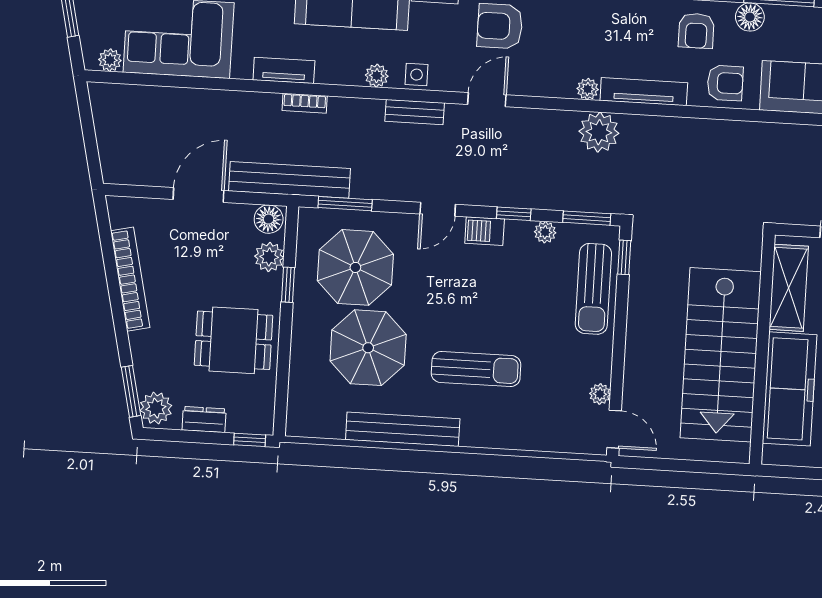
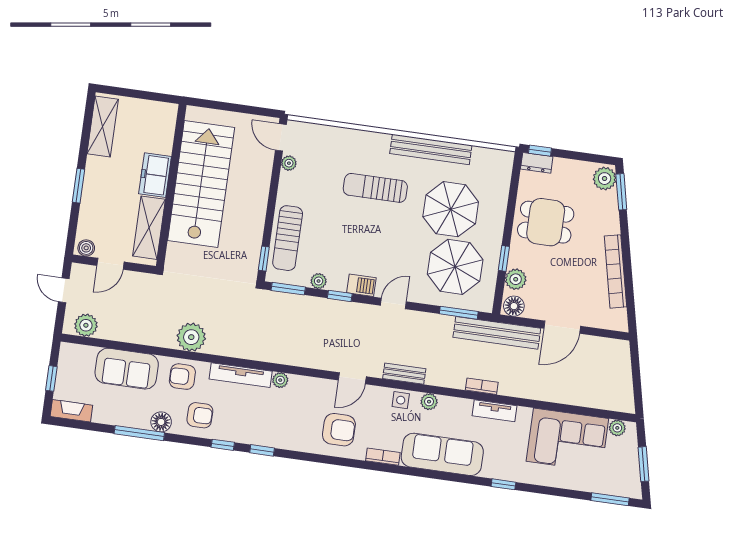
armchair: (696, 31) -> (200, 415), turned 90
plant: (599, 132) -> (191, 337), moved
sun lounger: (593, 289) -> (288, 238), turned 180
freezer: (790, 389) -> (155, 175), width x0.52, depth x0.79
dresser: (204, 419) -> (537, 163), moved

